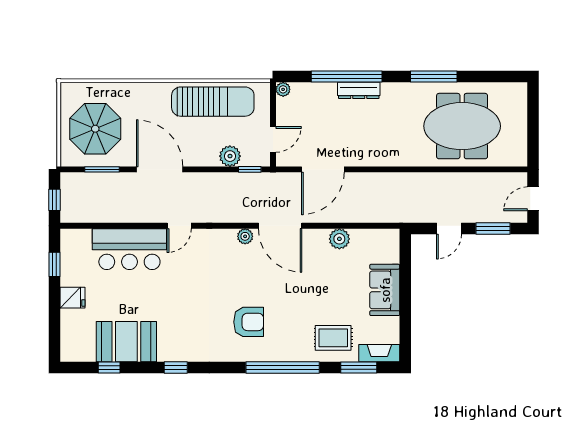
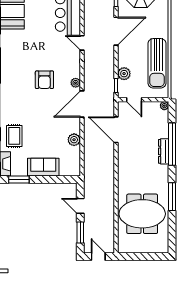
meeting table: (462, 126) -> (142, 214), turned 90
armchair: (249, 322) -> (44, 80), moved
window: (405, 330) -> (19, 180), added

